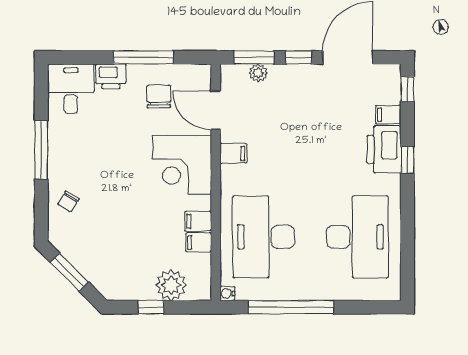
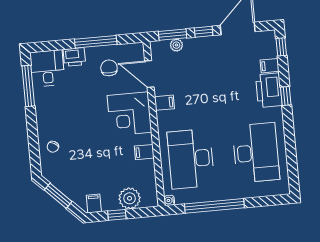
window: (41, 150) -> (28, 86), moved
filing cabinet: (199, 242) -> (94, 204), moved, turned 90

